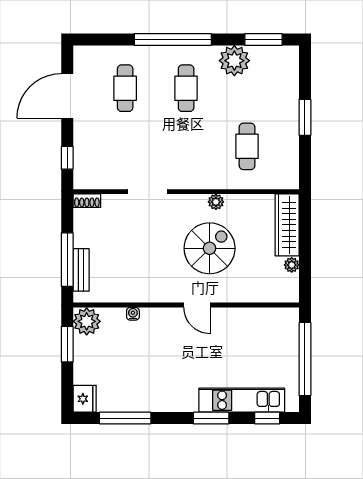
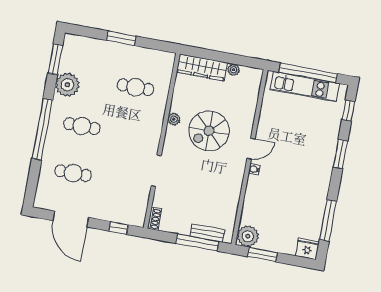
spiral stairs: (210, 248) -> (209, 131), turned -90
water cooler: (133, 314) -> (254, 169), moved
kitchen unit: (242, 400) -> (305, 87), moved, turned -90

